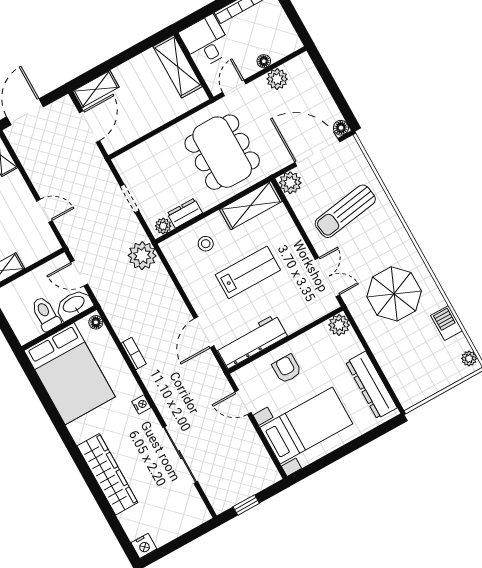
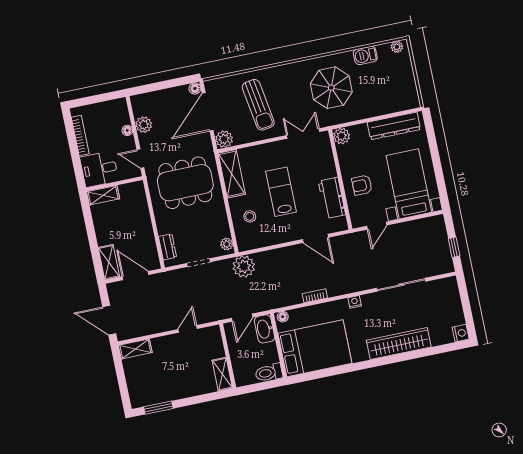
shelving: (178, 66) -> (103, 195), width x0.67, depth x0.75
dresser: (185, 213) -> (168, 247), moved, turned 180
toilet: (46, 314) -> (269, 373), moved
workbench: (252, 341) -> (332, 198), width x0.73

